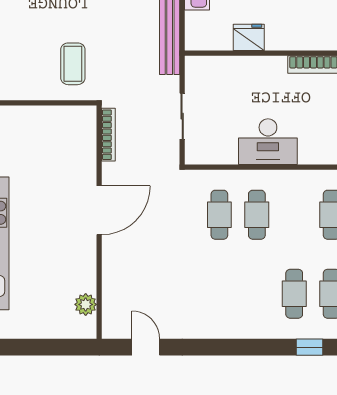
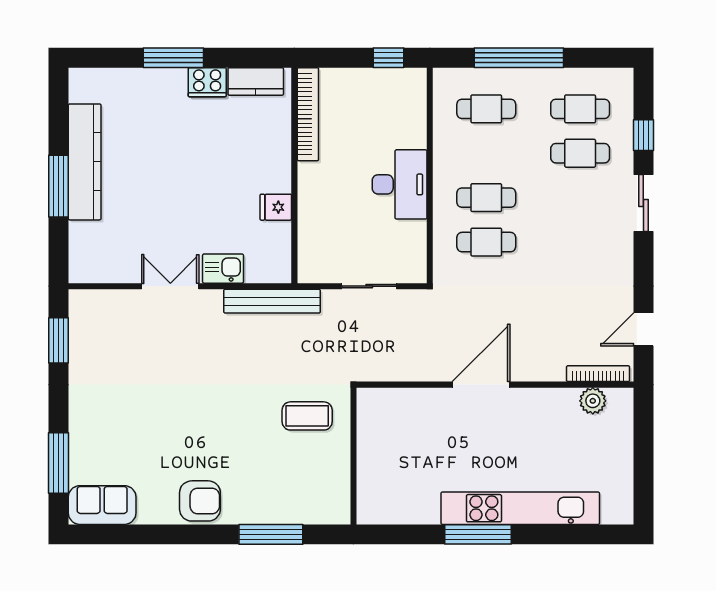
fridge: (249, 37) -> (276, 207), width x0.72
bookcase: (108, 135) -> (598, 374), moved
door: (99, 210) -> (481, 385), hinge flipped
sliding door: (252, 347) -> (643, 203), added

